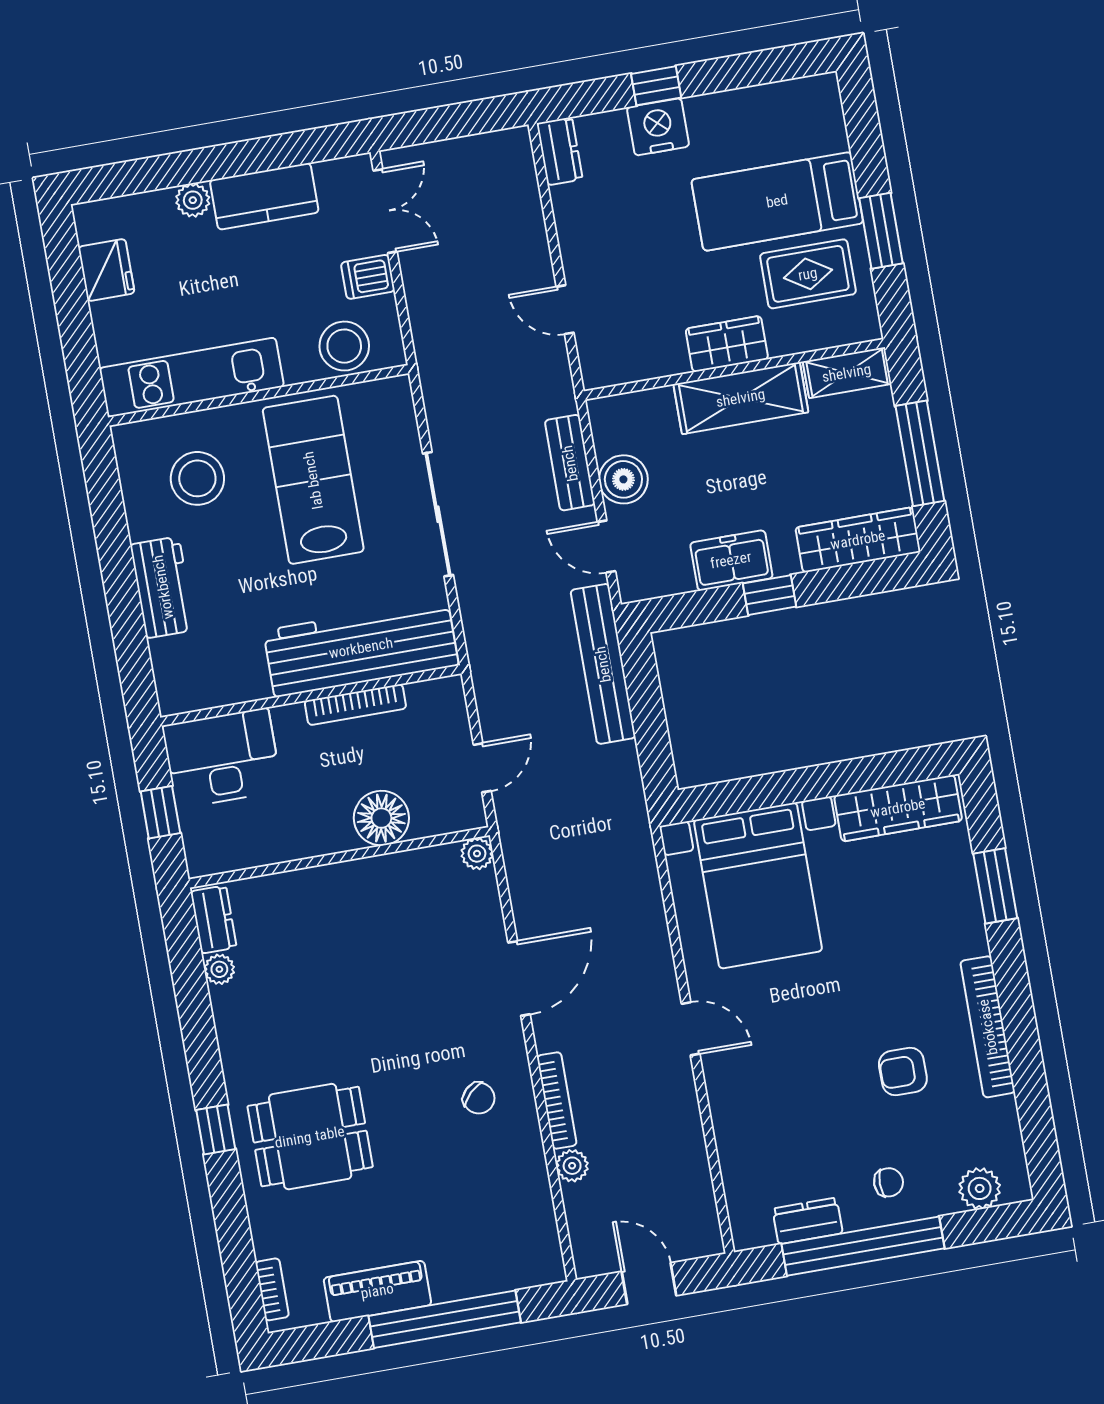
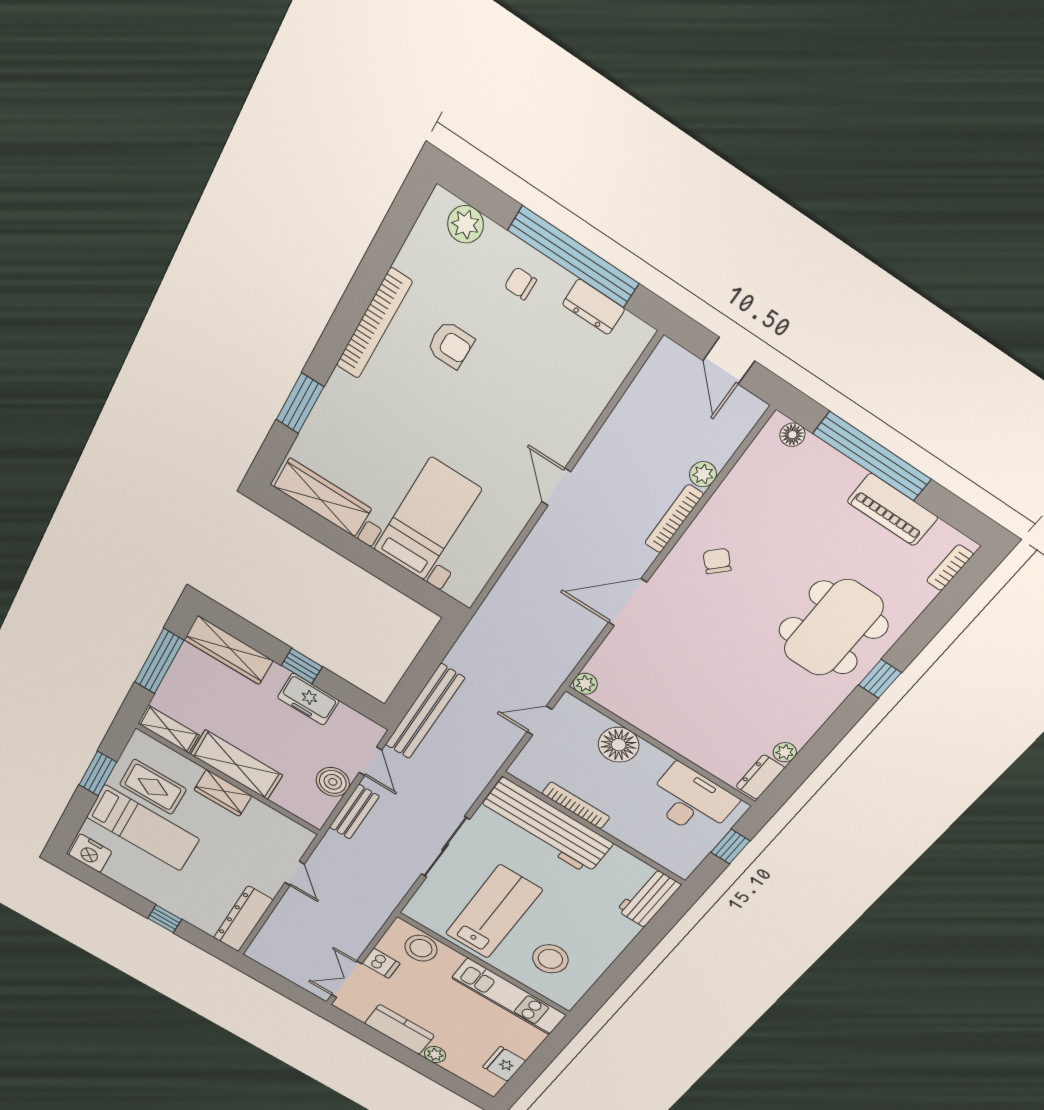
nightstand: (658, 127) -> (90, 853), moved
dresser: (560, 151) -> (243, 919), width x1.96, depth x1.24
lab bench: (313, 480) -> (494, 912), turned 180
workbench: (163, 587) -> (649, 898), moved
desk: (222, 758) -> (691, 801), moved, turned 180
bed with nightstands: (758, 885) -> (427, 519), width x0.73
dining table: (310, 1137) -> (833, 628), width x1.38
floor lamp: (531, 1273) -> (792, 435), added

